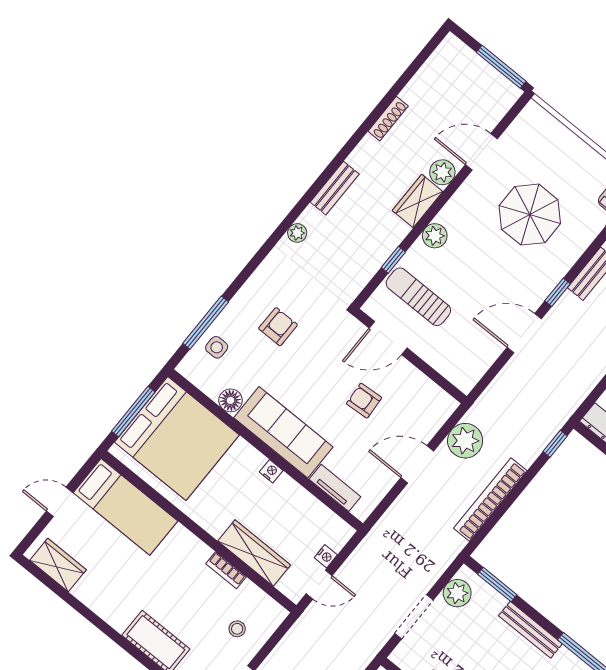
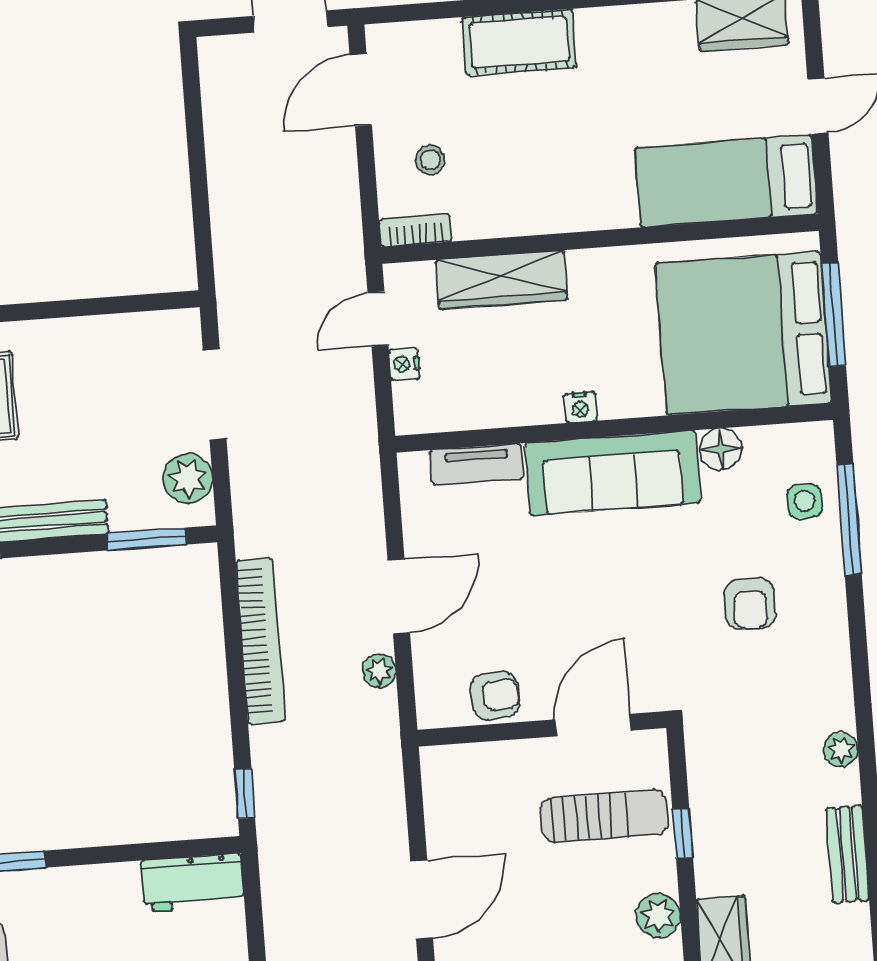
armchair: (364, 401) -> (495, 695), moved
plant: (465, 441) -> (379, 671), width x0.53, depth x0.53
bookcase: (226, 570) -> (415, 230), moved

